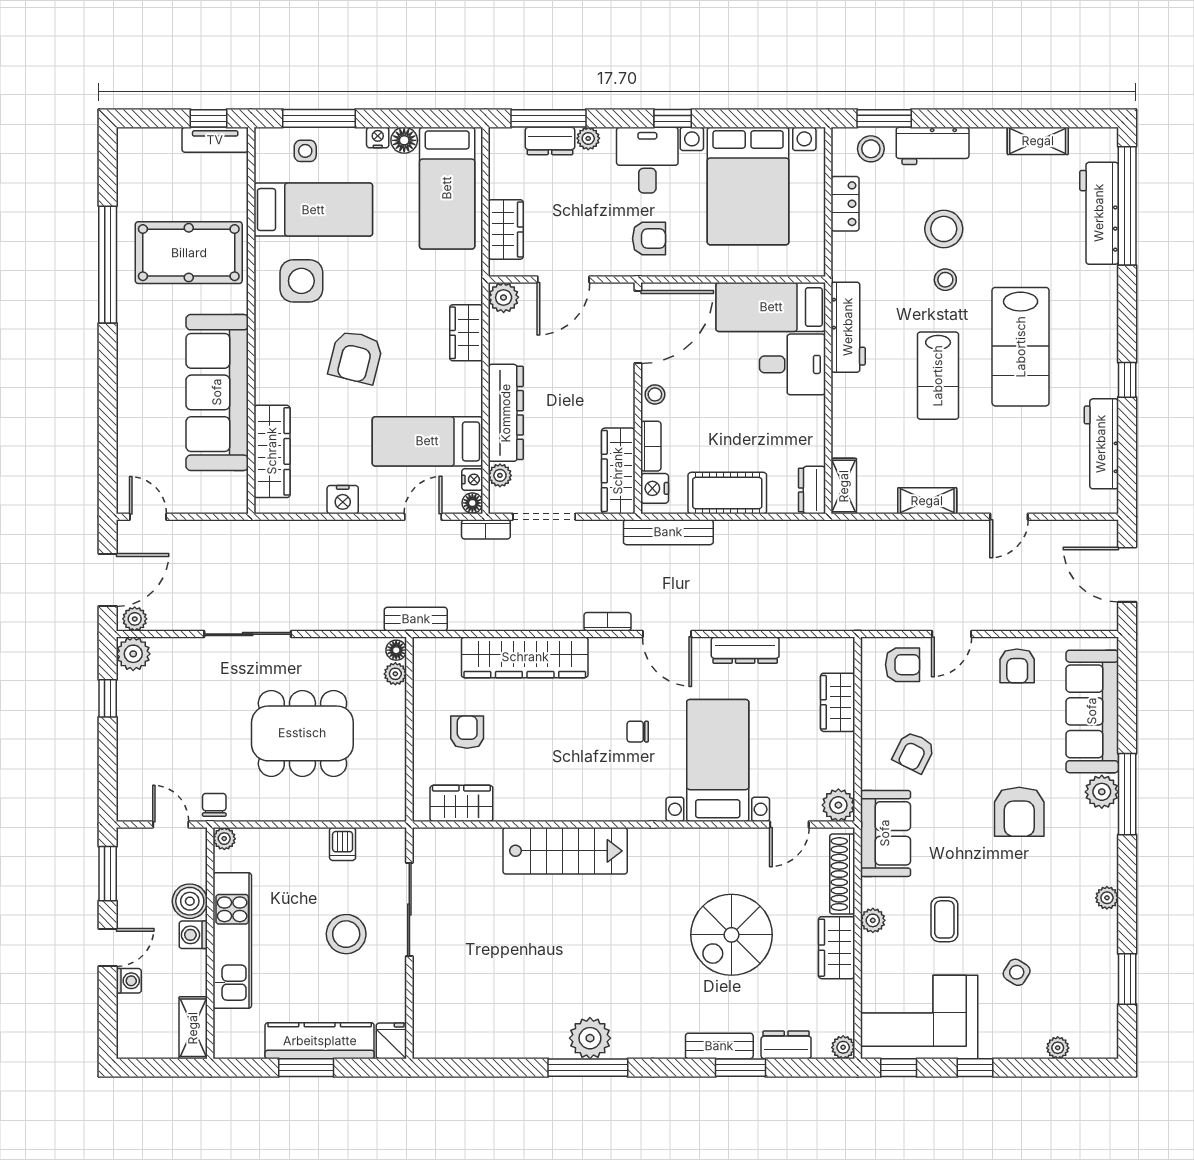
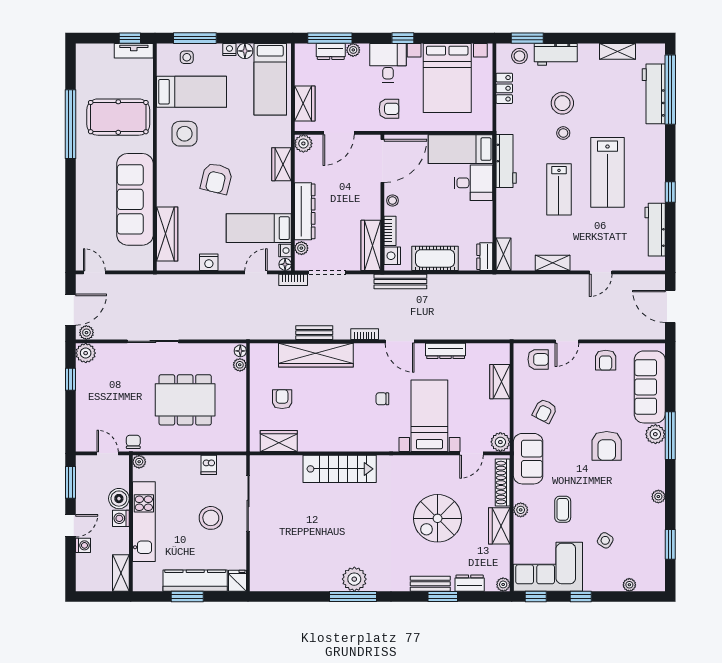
bench: (416, 619) -> (314, 333), moved

